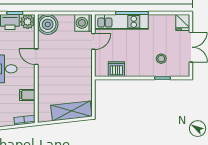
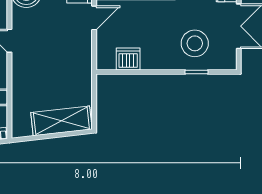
stool: (161, 59) -> (195, 43), width x1.89, depth x1.89

